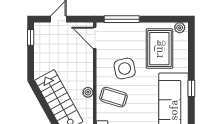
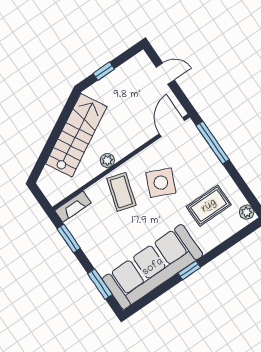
window: (31, 37) -> (104, 71), moved
rug: (159, 49) -> (209, 206), width x0.73, depth x0.70
side table: (125, 69) -> (161, 183), turned 36

